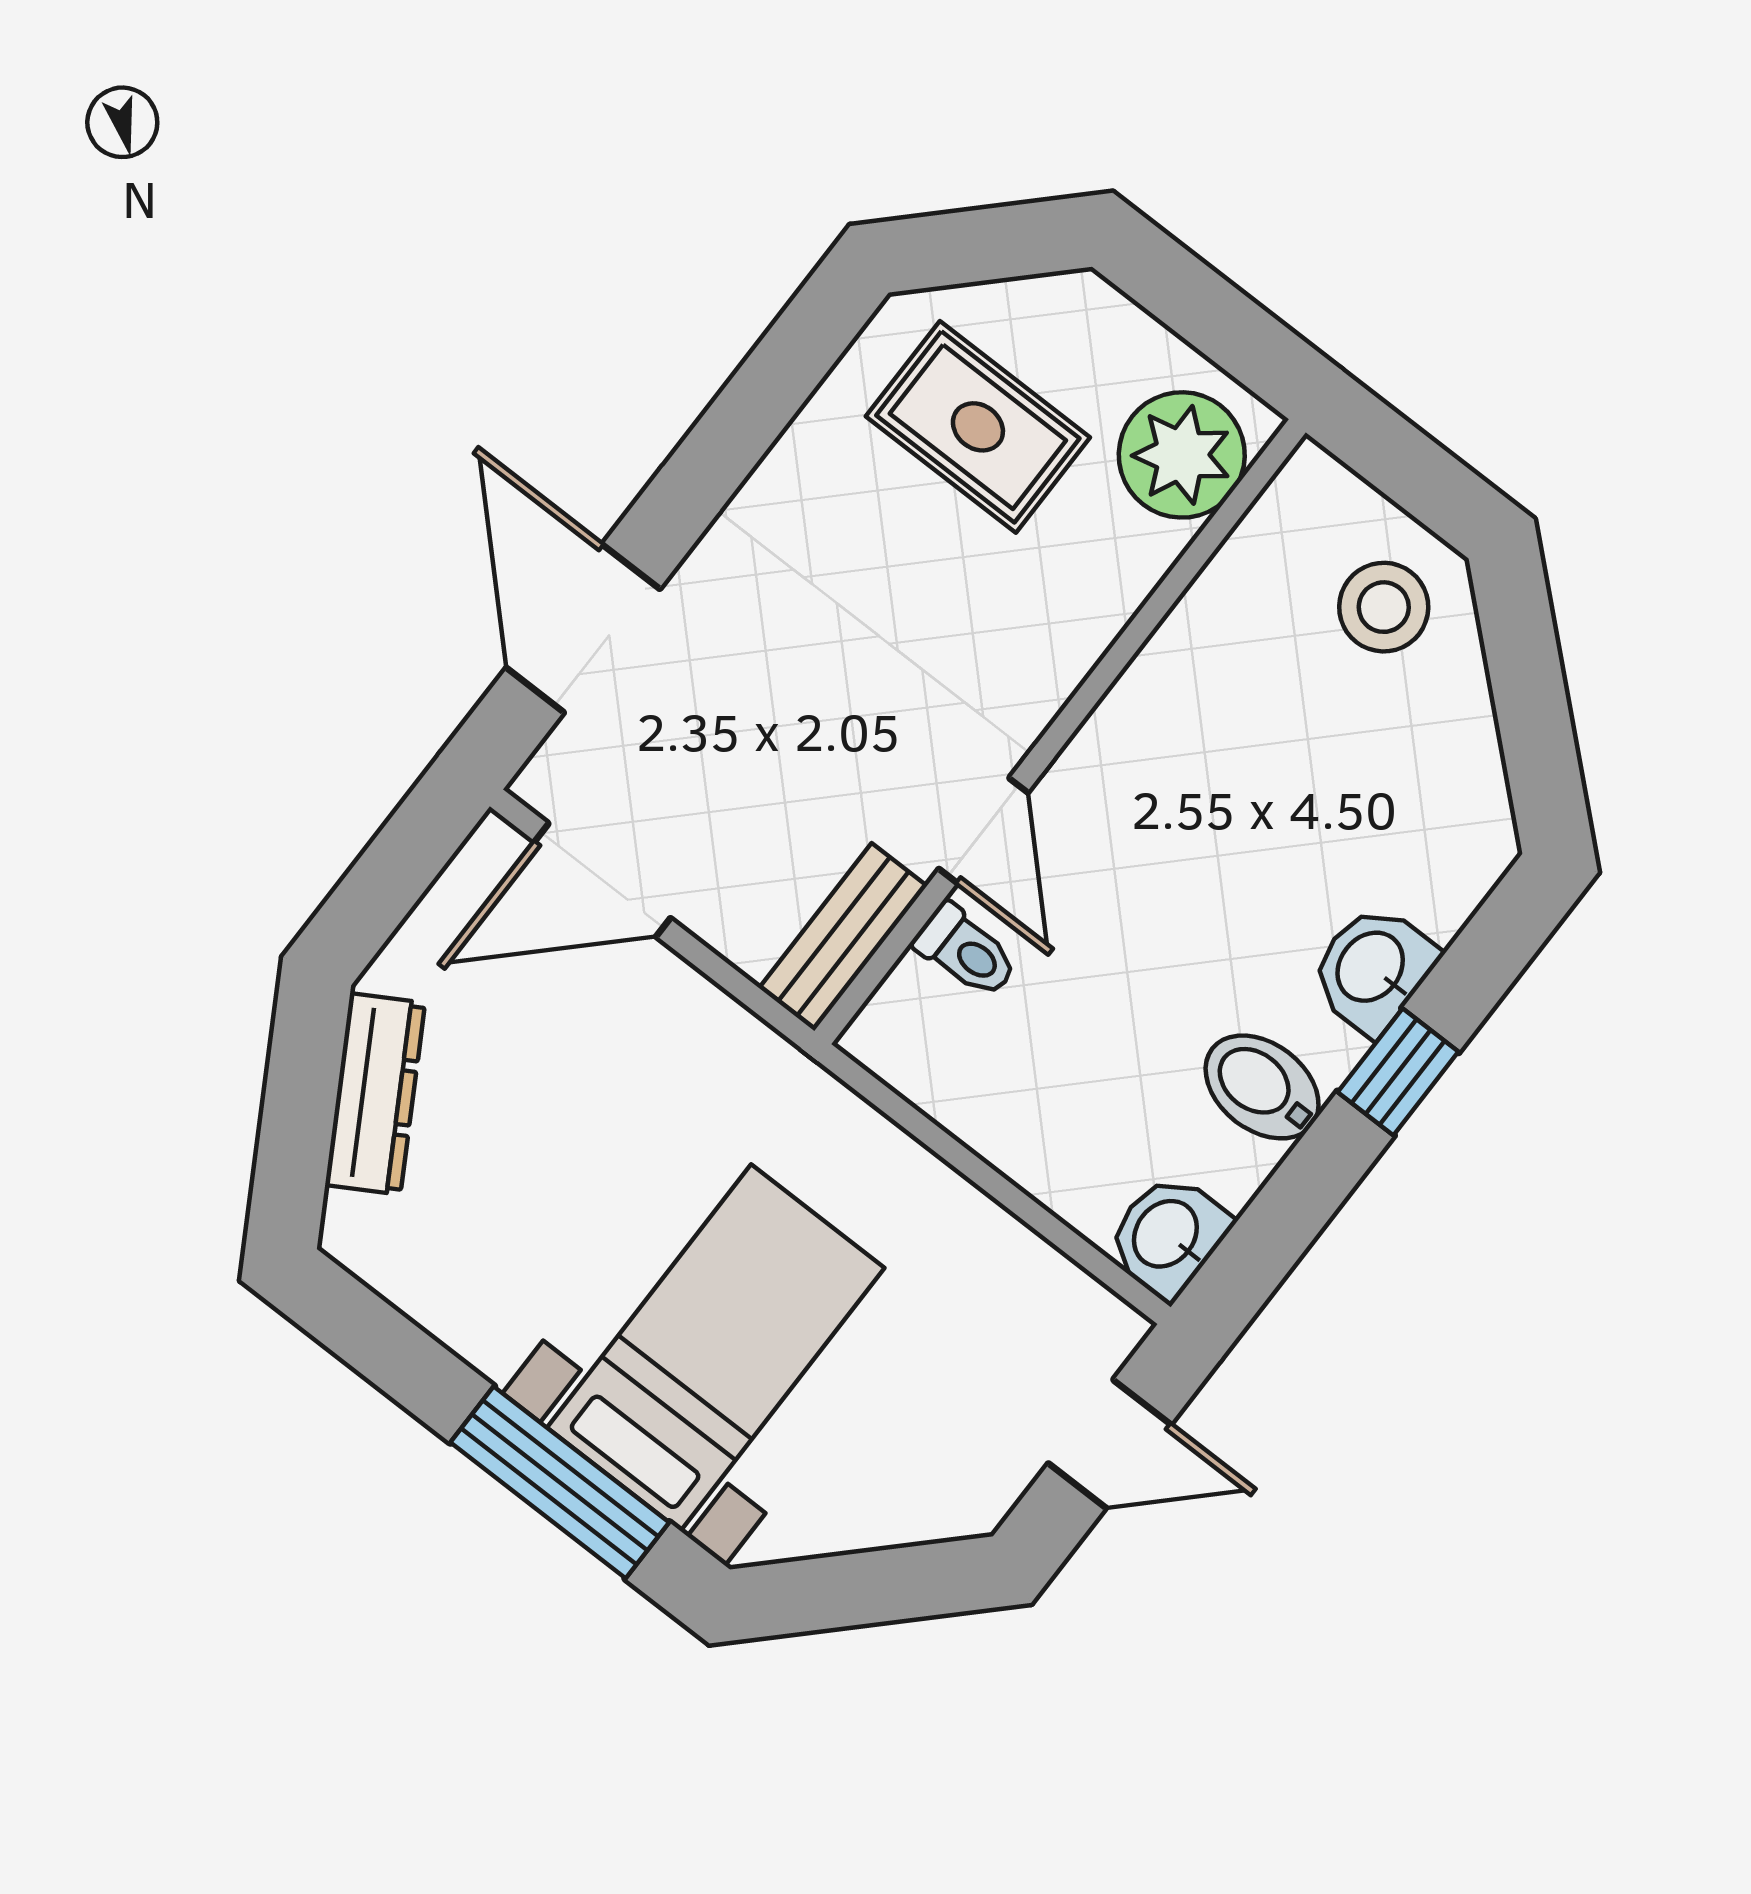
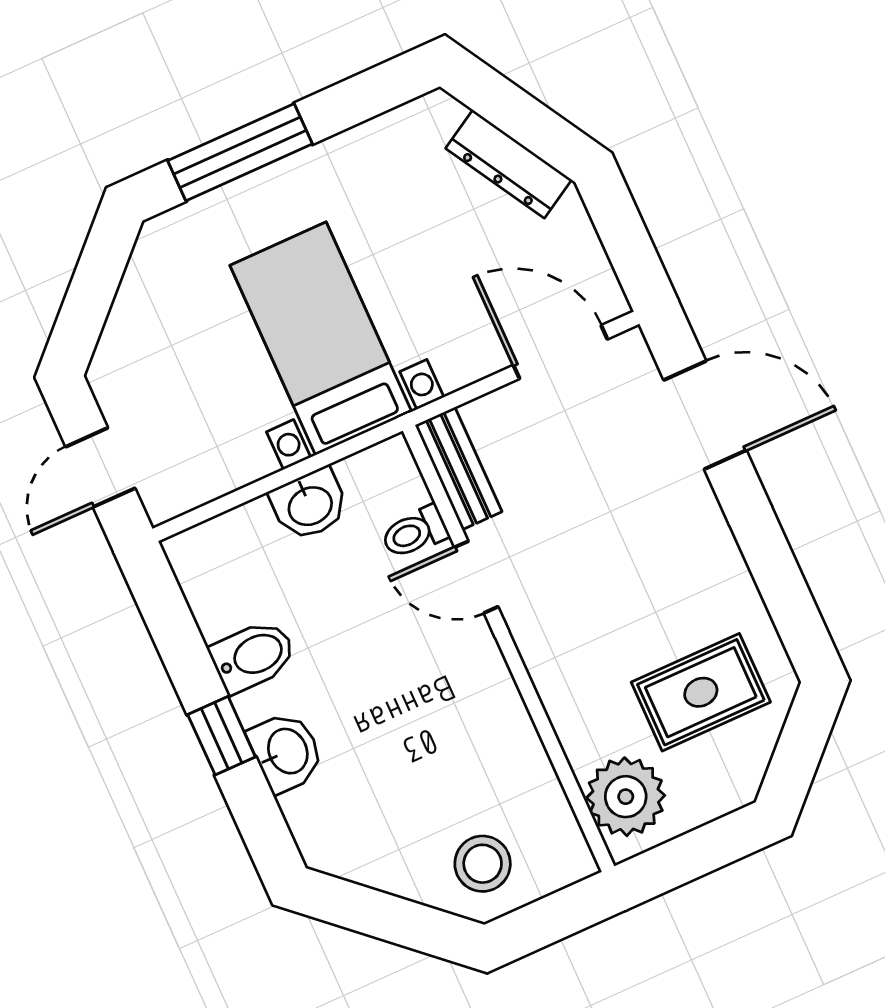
door: (602, 880) -> (560, 352), hinge flipped
washbasin: (1168, 1236) -> (310, 505), moved, turned 90
bed with nightstands: (716, 1348) -> (321, 339), moved, turned 180

